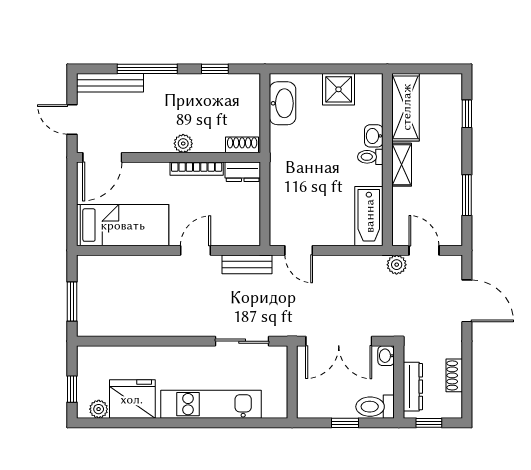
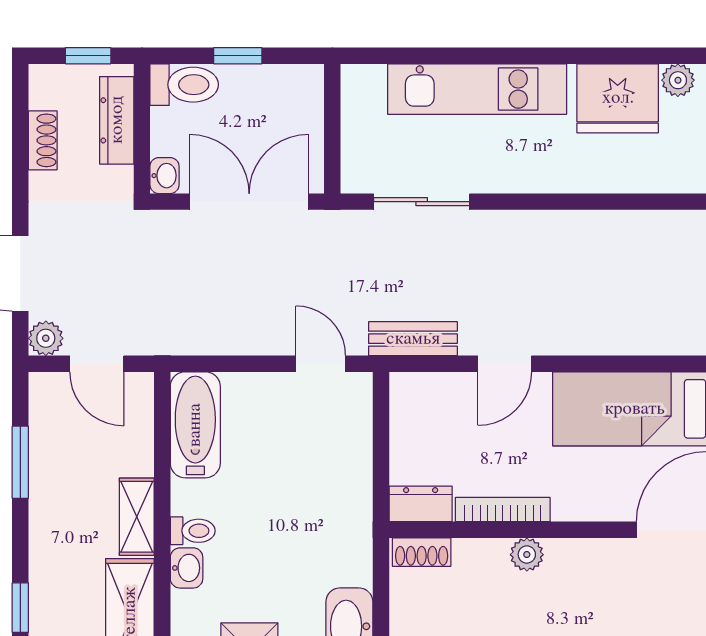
plant: (397, 265) -> (46, 338), moved

